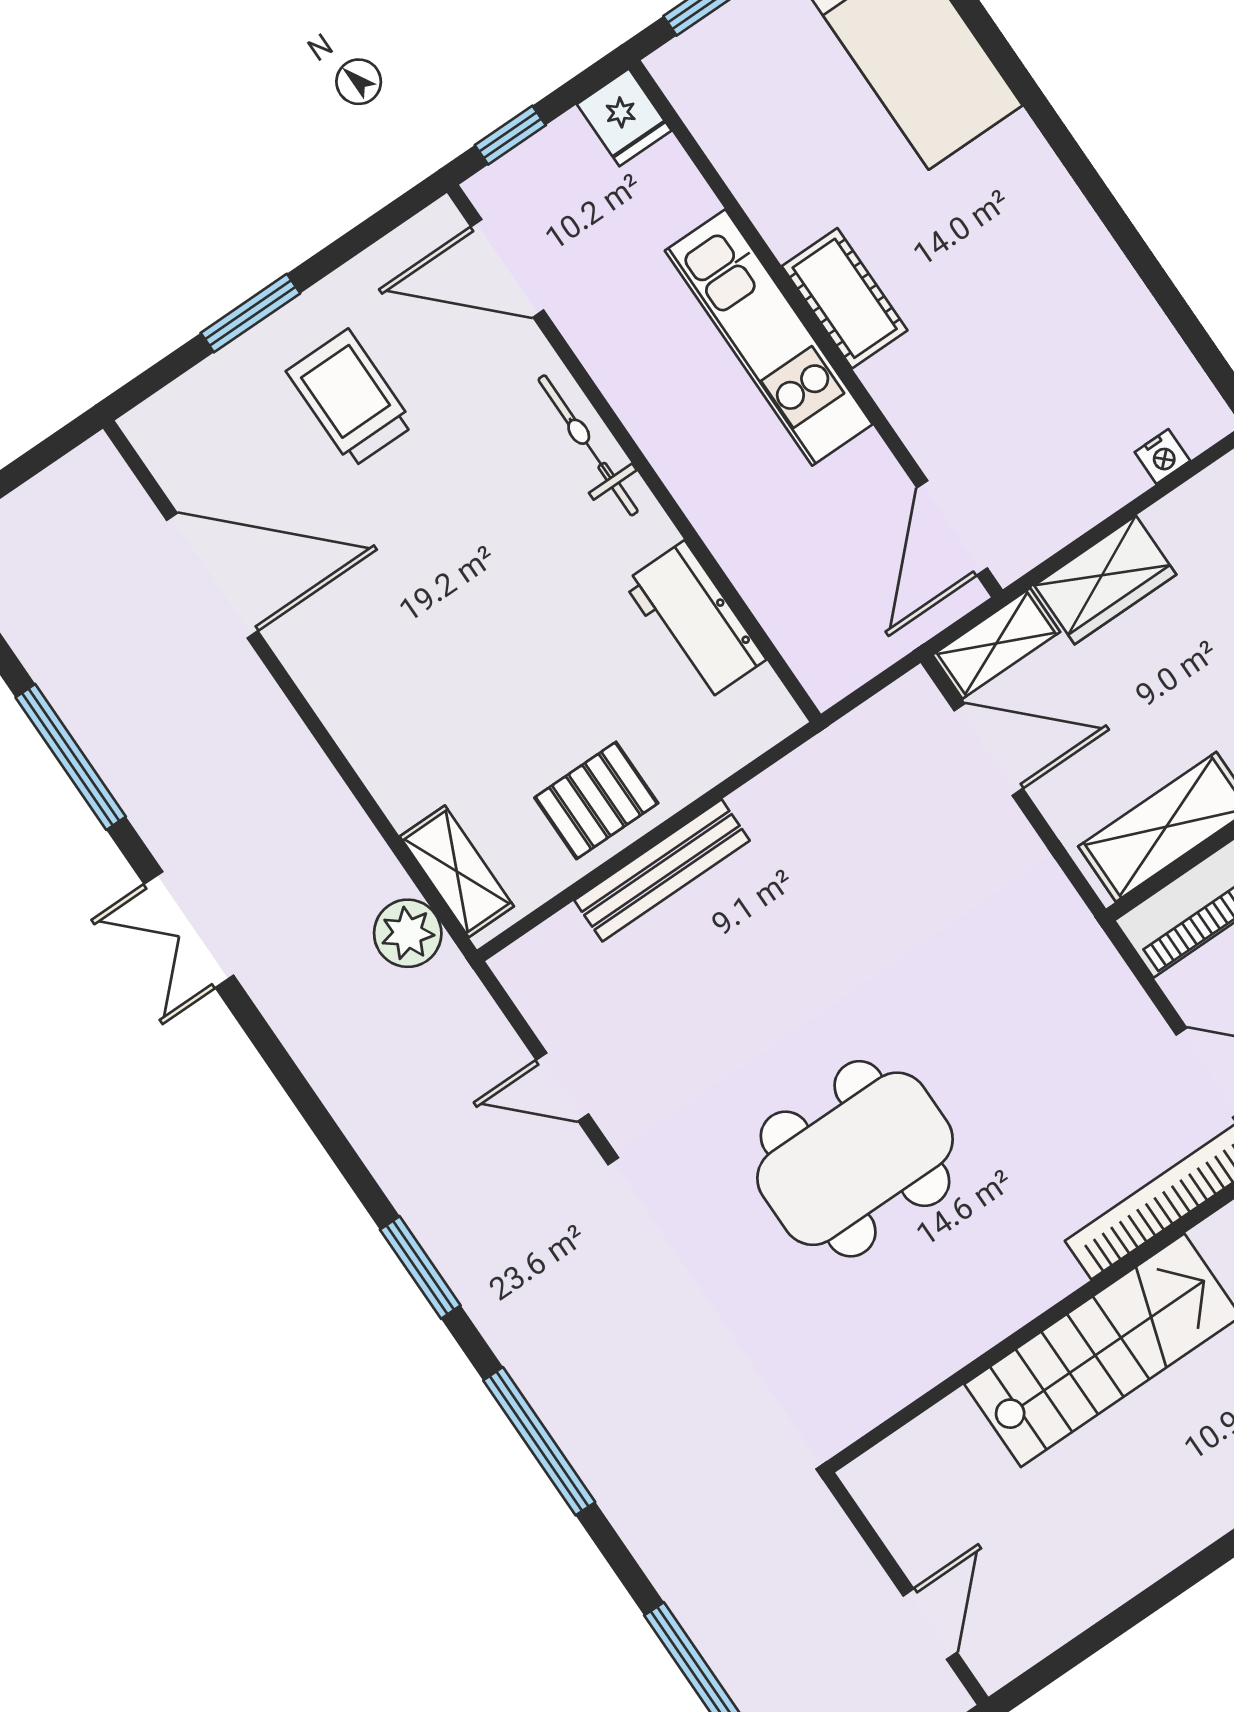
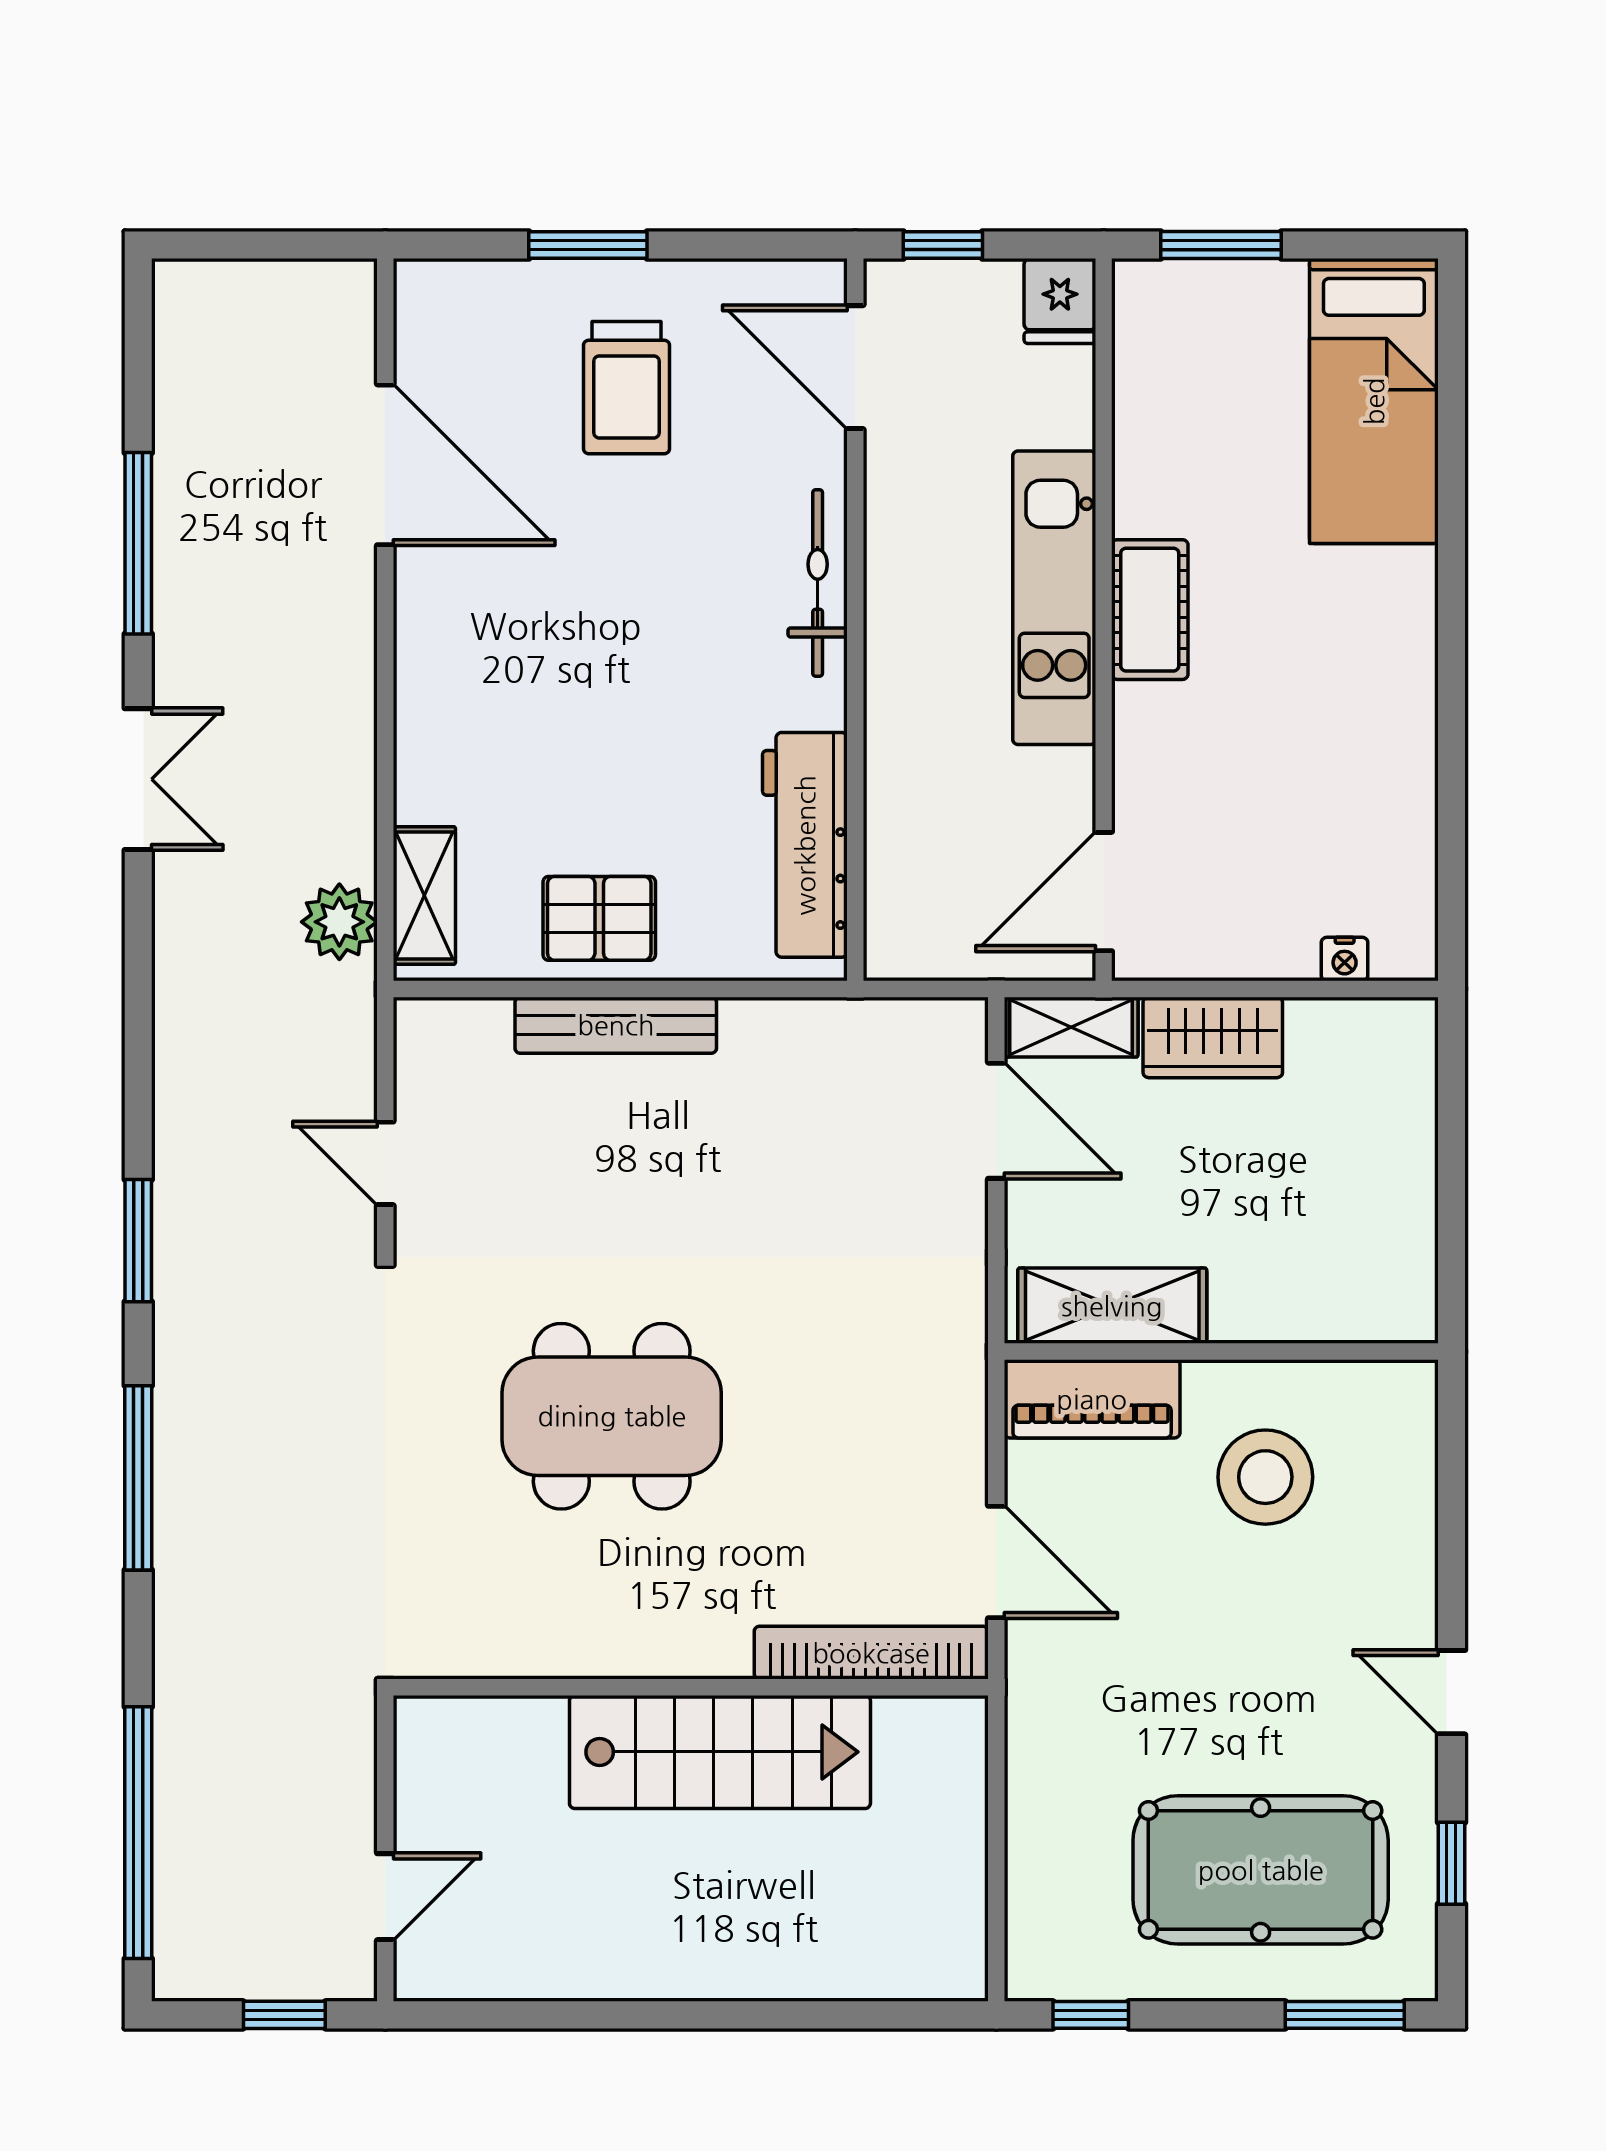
trolley: (350, 398) -> (627, 388), turned 180
workbench: (695, 621) -> (805, 845), width x1.38
double door: (189, 930) -> (138, 779), swing flipped

